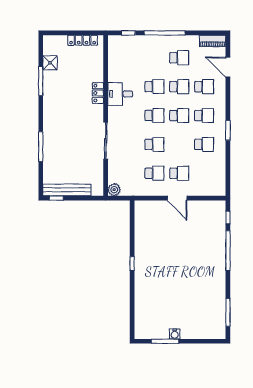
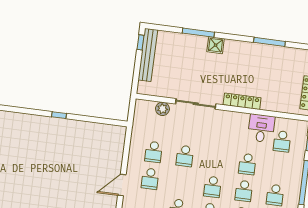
shower: (50, 63) -> (216, 45), moved
locker: (98, 93) -> (242, 101), width x1.53
desk: (120, 94) -> (261, 128), moved
school desk: (154, 116) -> (282, 141), moved
plant: (114, 190) -> (162, 109), moved
door: (177, 198) -> (122, 185), moved

